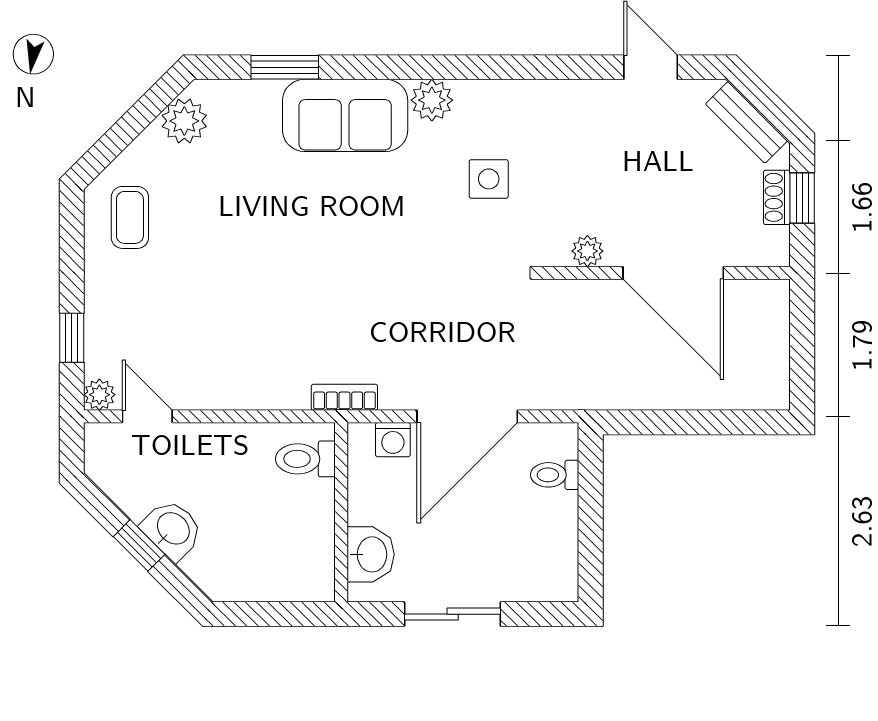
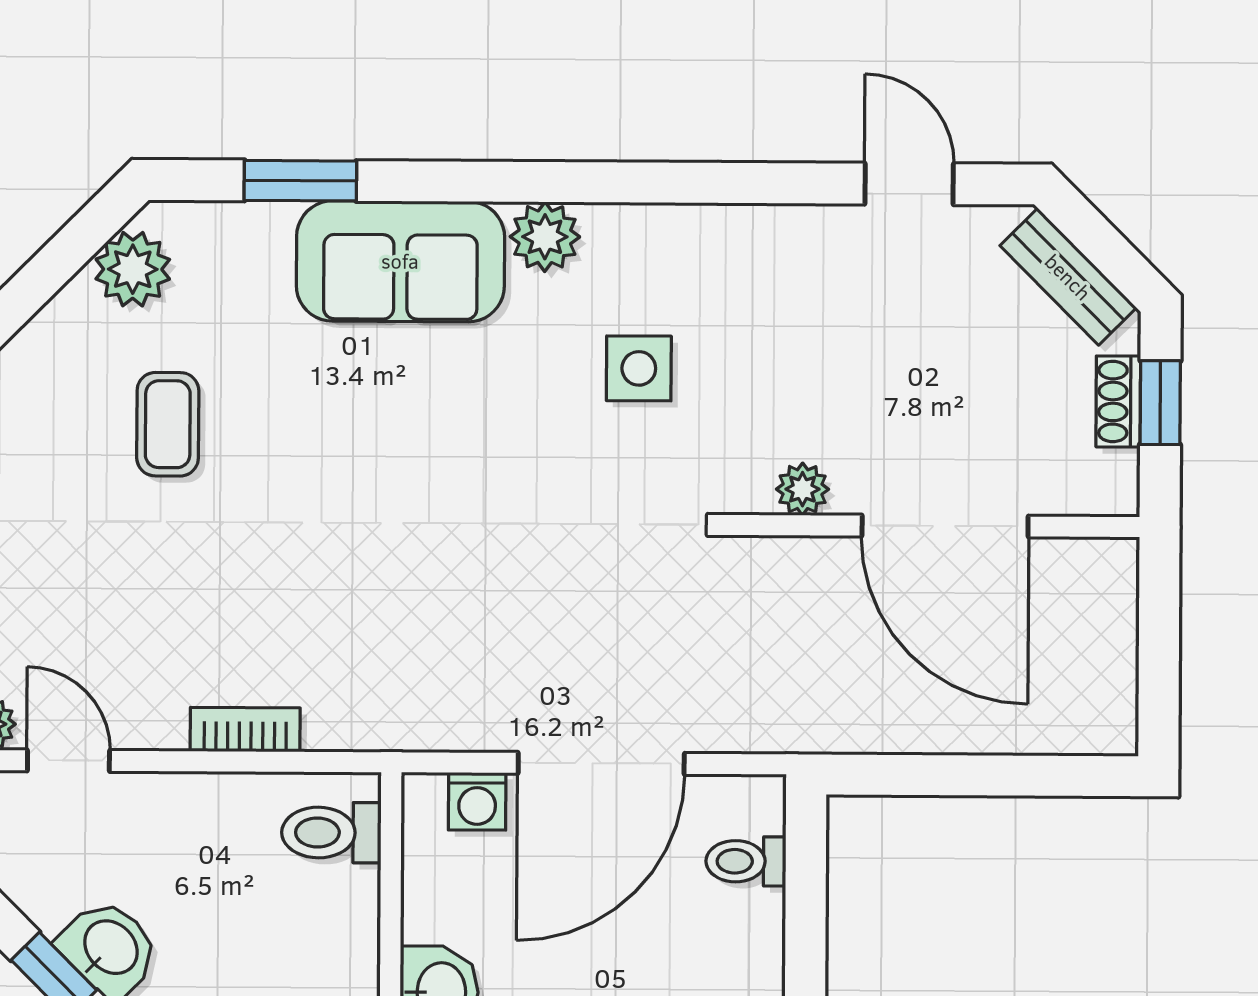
coffee table: (130, 217) -> (168, 424), moved
bookcase: (344, 397) -> (245, 730), moved

